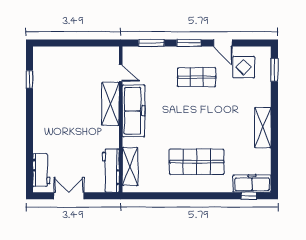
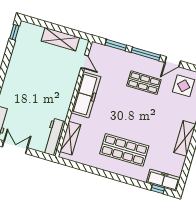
window: (189, 43) -> (146, 54), width x1.44
door: (223, 43) -> (173, 62), hinge flipped
window: (29, 79) -> (14, 32), moved
shelving: (110, 104) -> (60, 39), moved, turned 90

